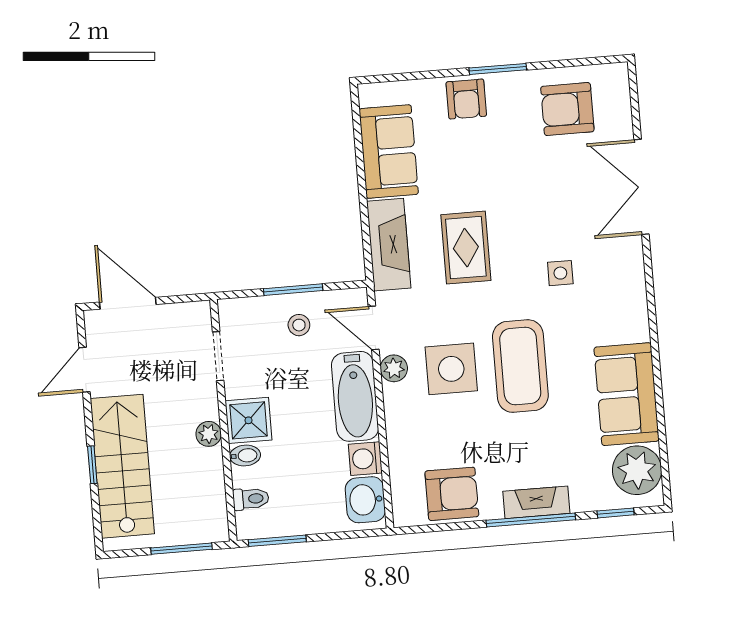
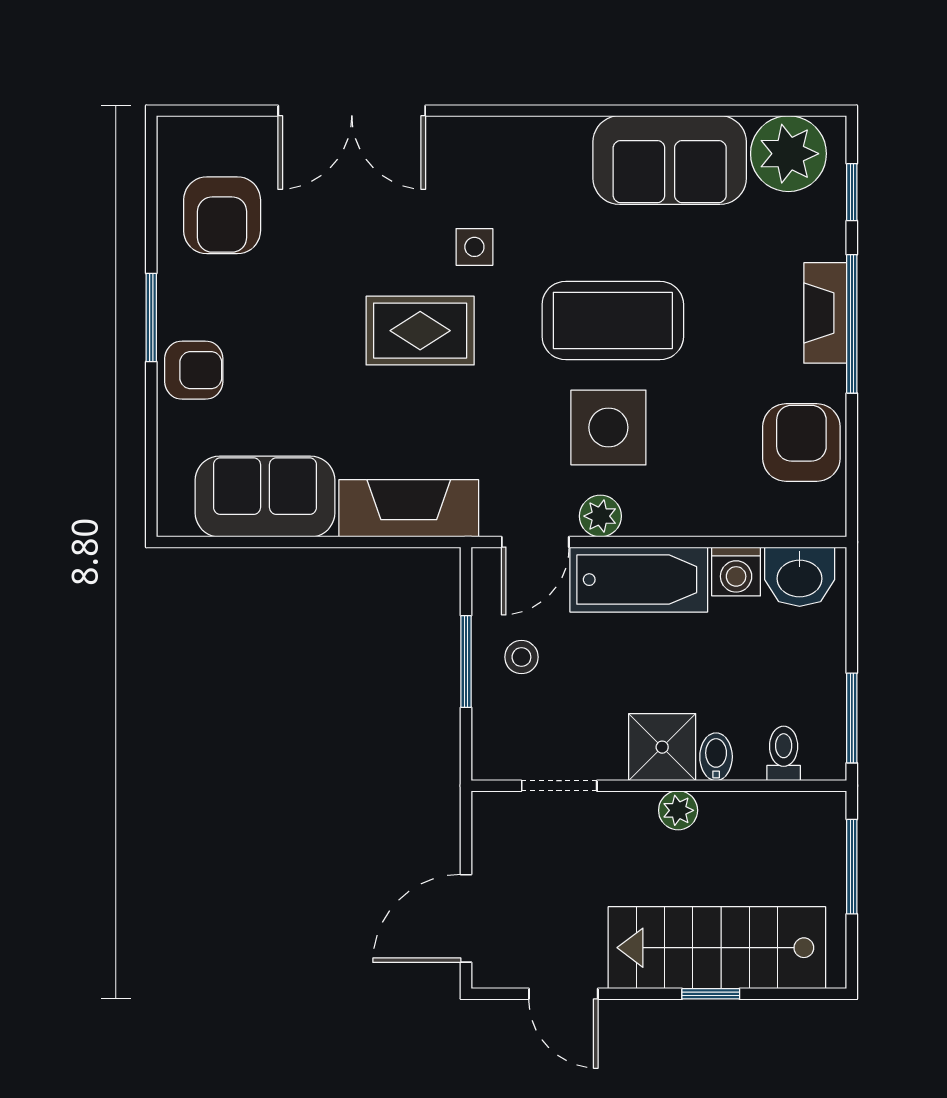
rug: (466, 248) -> (420, 331), moved

